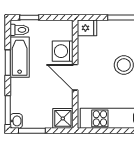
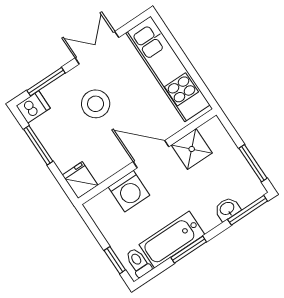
door: (75, 77) -> (151, 154), swing flipped
shower: (63, 118) -> (192, 149), moved
washbasin: (16, 121) -> (227, 209), moved

